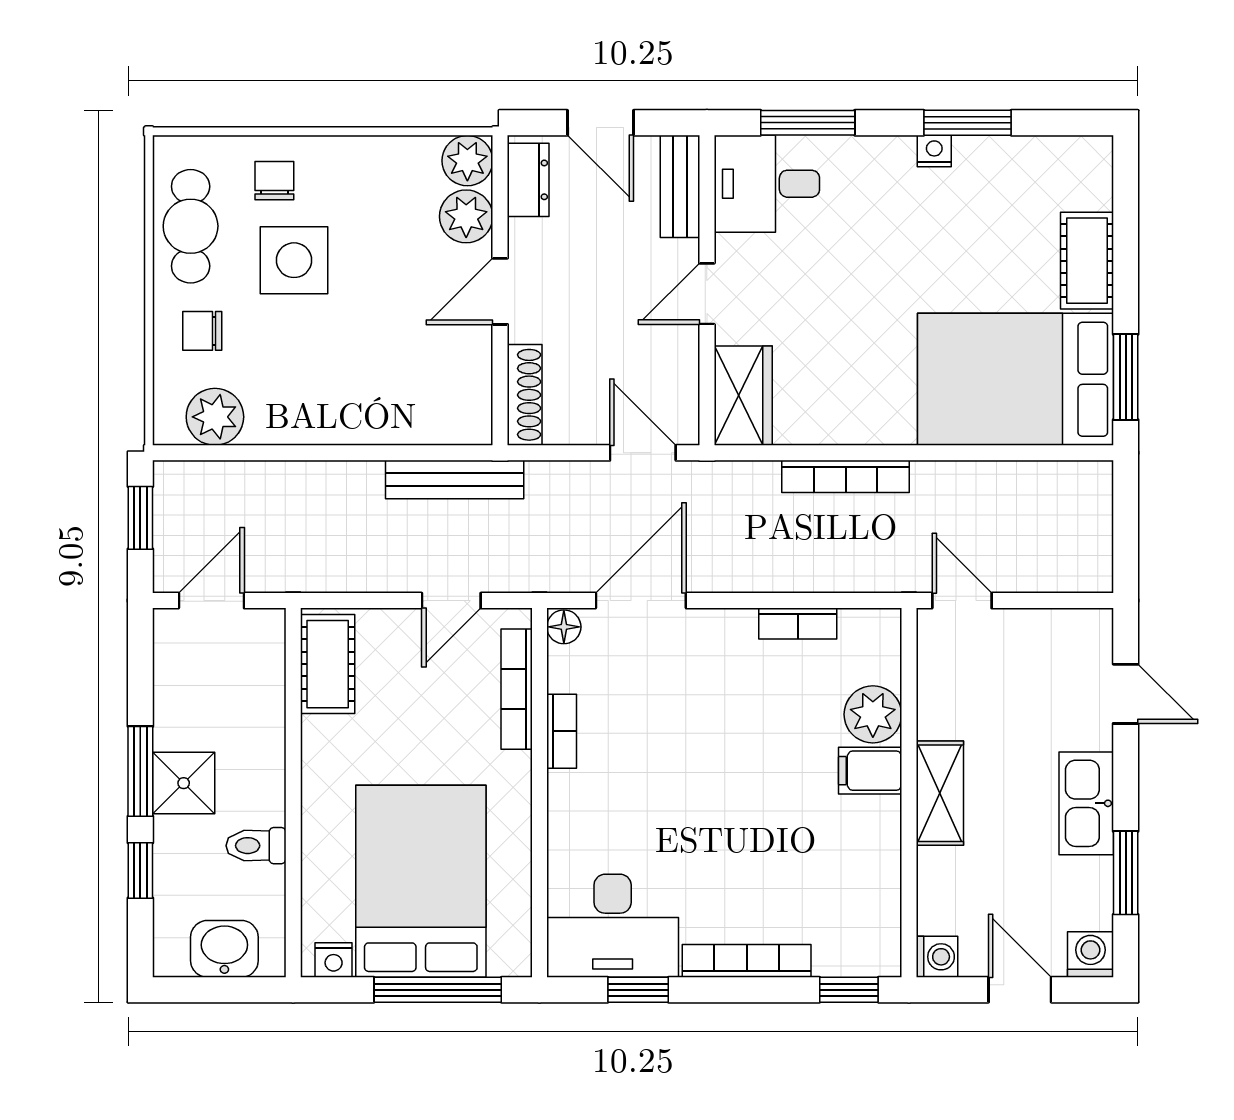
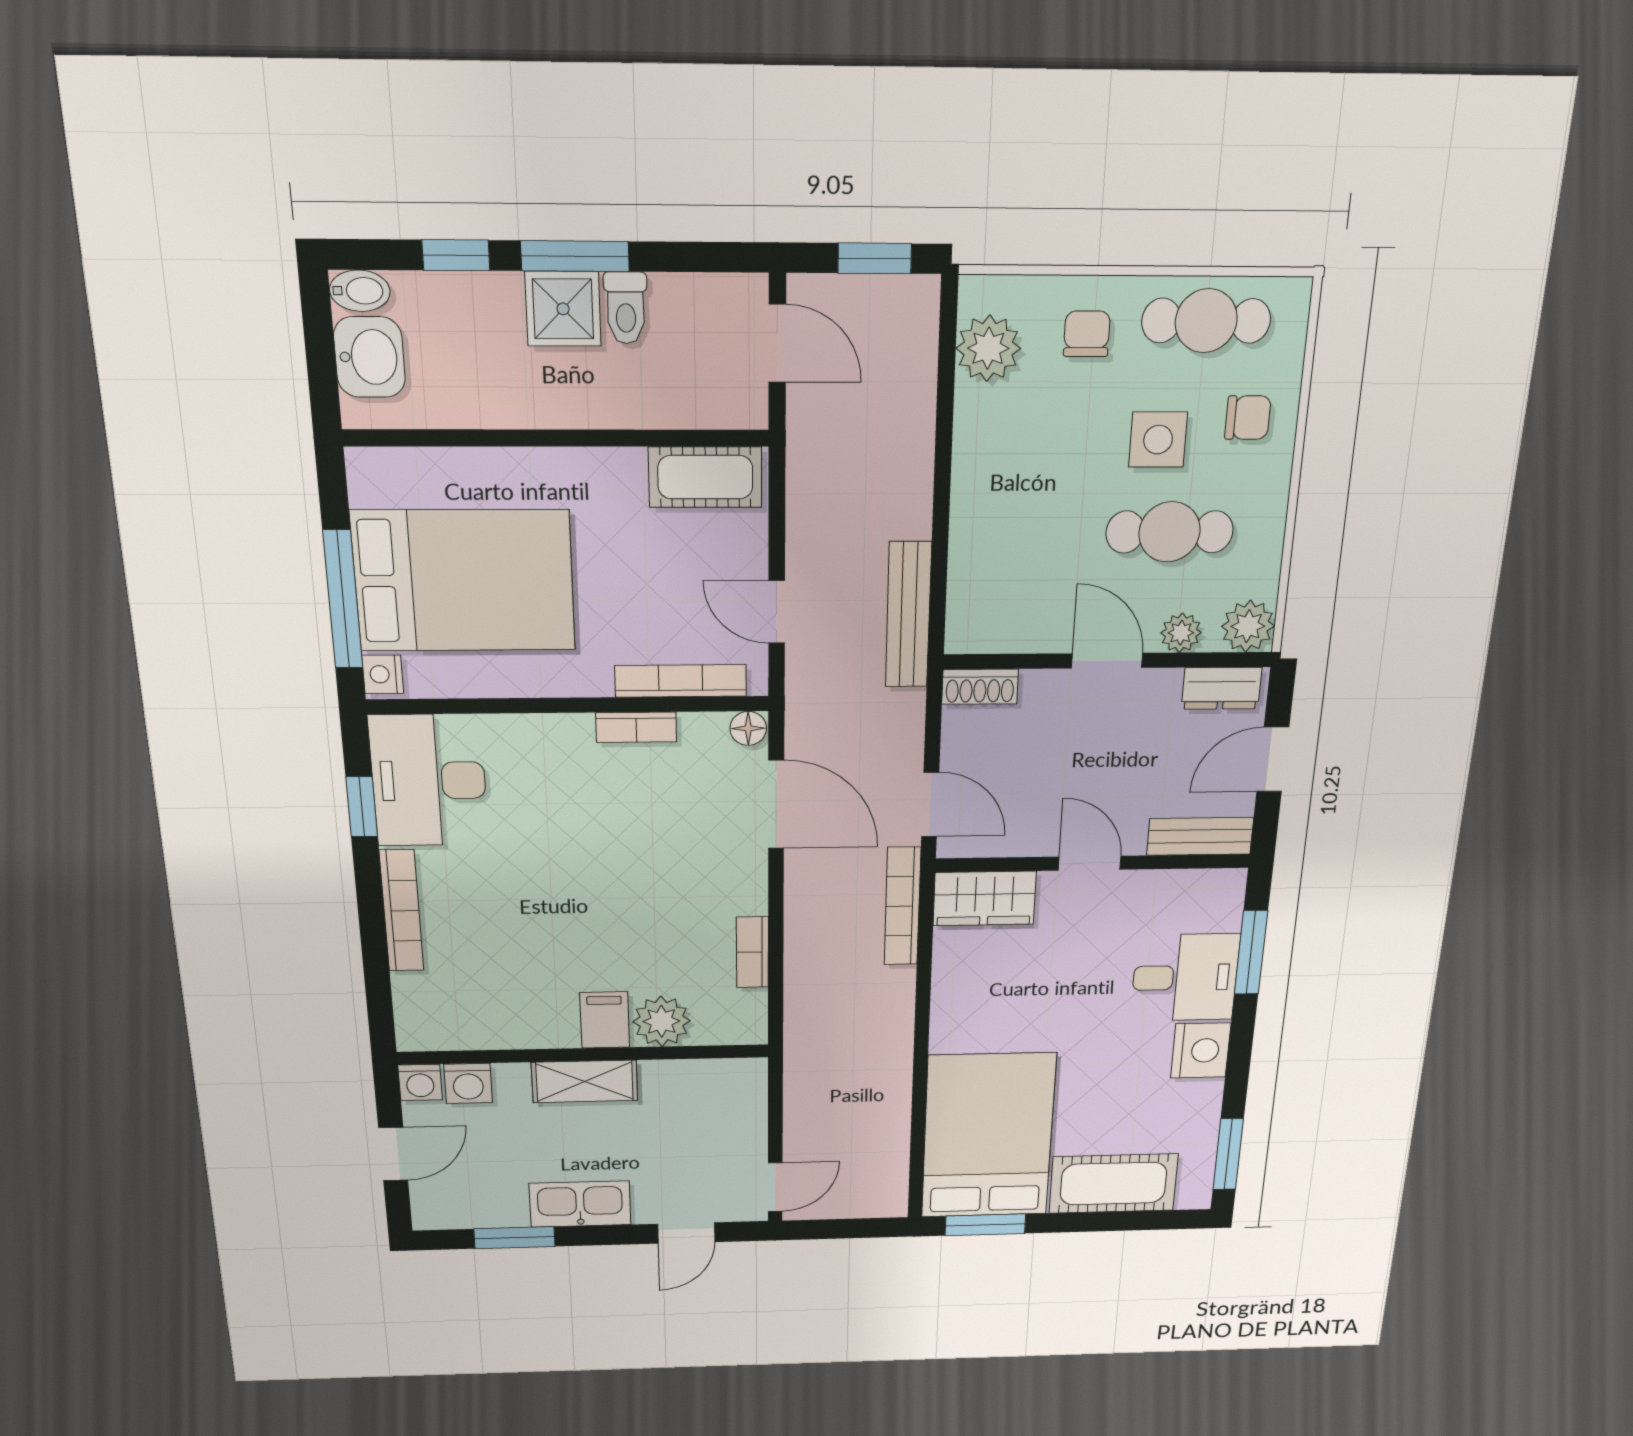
window: (967, 123) -> (1228, 1154), moved
nightstand: (934, 151) -> (1201, 1050), width x1.89, depth x1.79
desk: (767, 184) -> (1185, 978), moved, turned 90
plant: (466, 216) -> (1181, 633), width x0.73, depth x0.73
cafe table: (378, 243) -> (1170, 532), added
side table: (294, 260) -> (1158, 440), width x0.73, depth x0.73
cot: (1087, 261) -> (1113, 1184), width x1.37, depth x1.34
shoe rack: (525, 395) -> (980, 687), width x0.70
door: (643, 453) -> (930, 804), hinge flipped
bookcase: (846, 476) -> (902, 906), moved
door: (962, 601) -> (775, 1187), moved
toilet: (256, 846) -> (626, 308), moved, turned 180
bidet: (170, 952) -> (360, 291), added
washing machine: (1090, 955) -> (468, 1083), moved, turned 90
nightstand: (334, 960) -> (383, 674), moved
window: (849, 990) -> (380, 1005), removed

